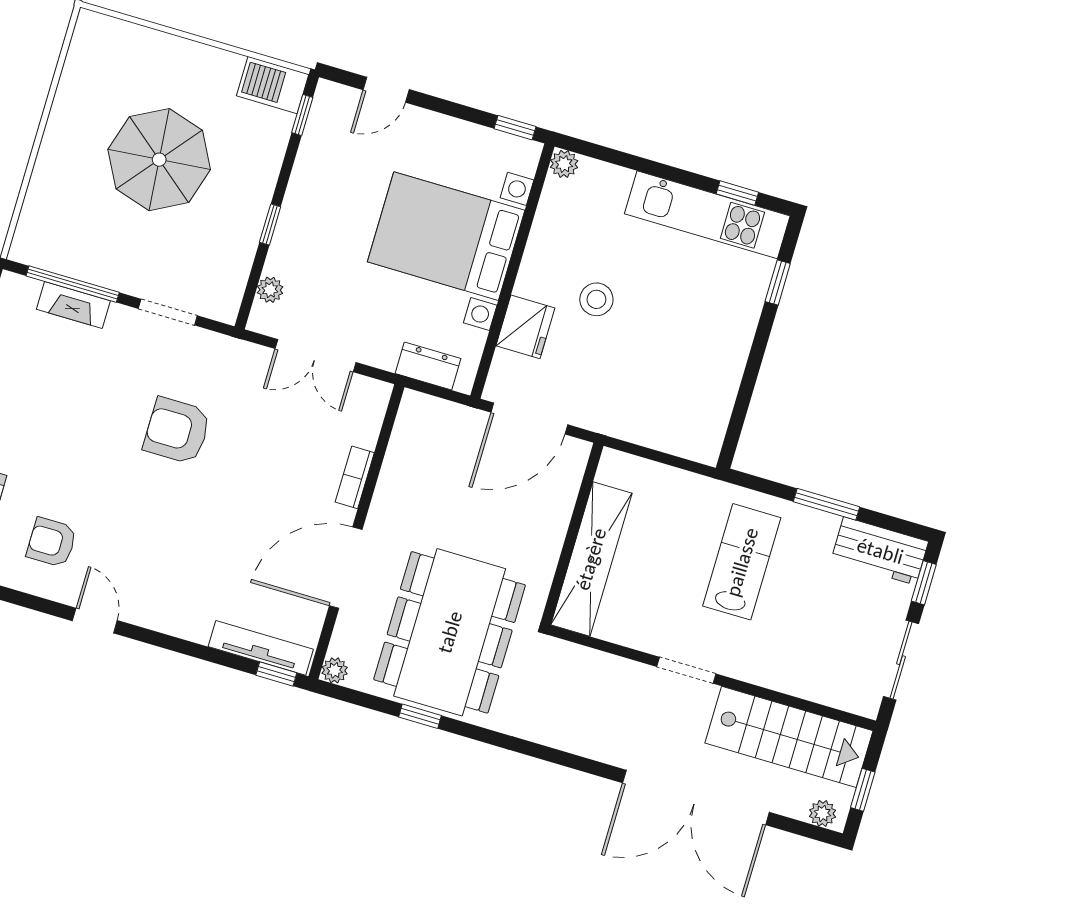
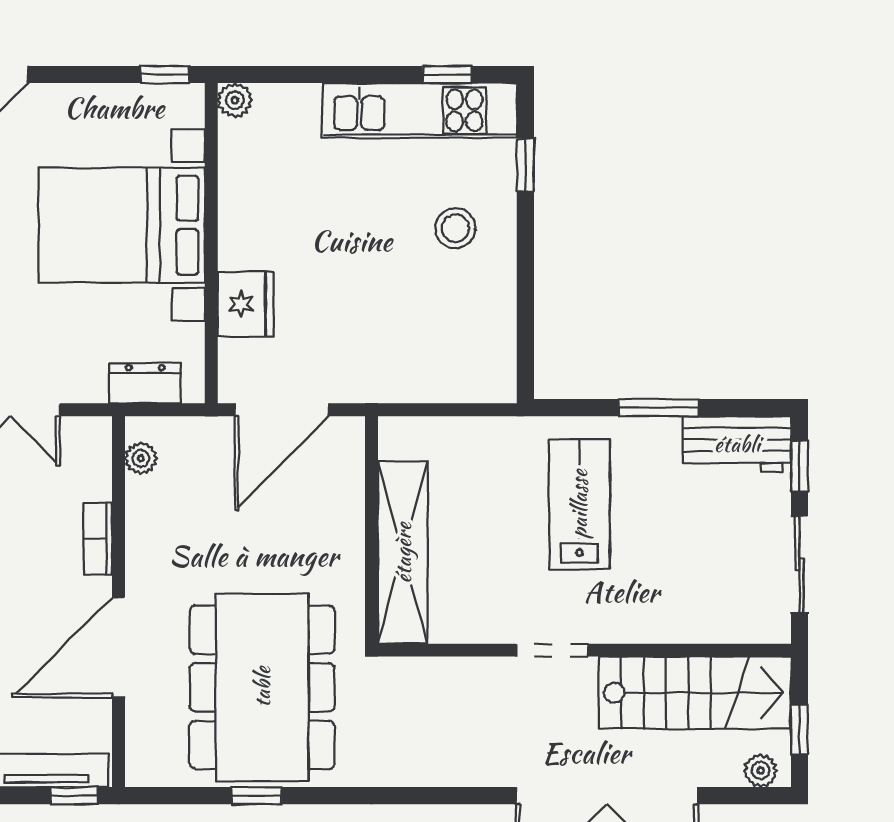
stool: (596, 299) -> (455, 228), moved
plant: (335, 670) -> (141, 458), moved

